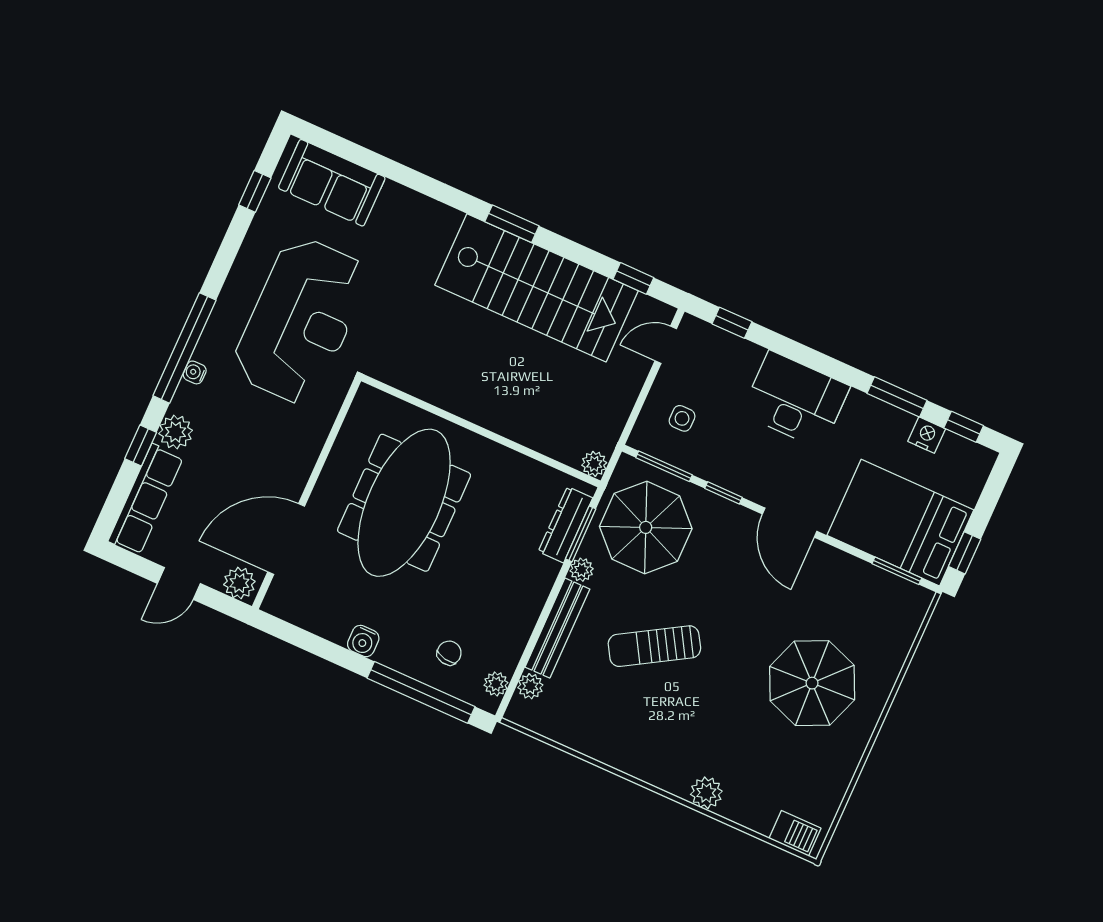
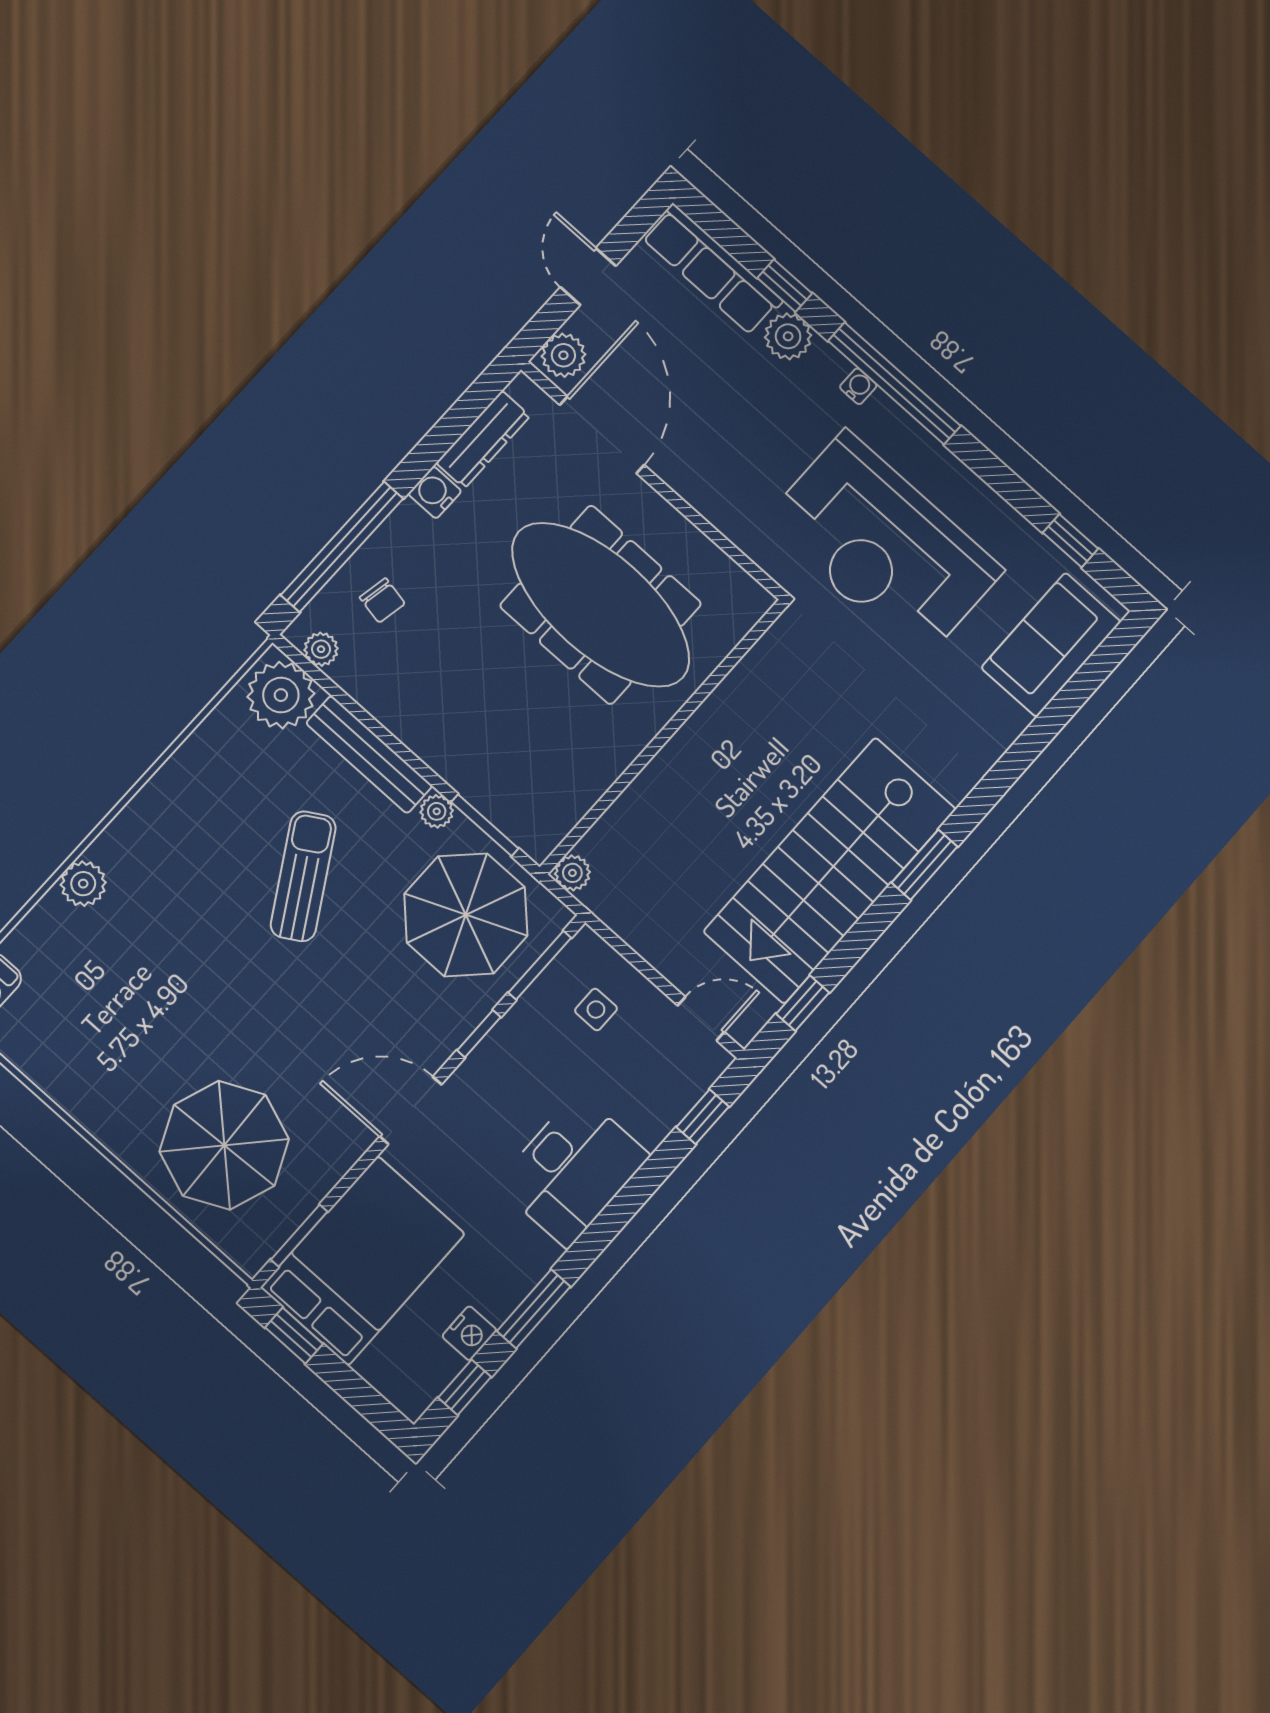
door: (666, 345) -> (701, 1019), hinge flipped
dresser: (565, 525) -> (483, 439), moved, turned 90
parasol: (812, 683) -> (224, 1145), moved
plant: (530, 686) -> (281, 695), width x1.87, depth x1.87

